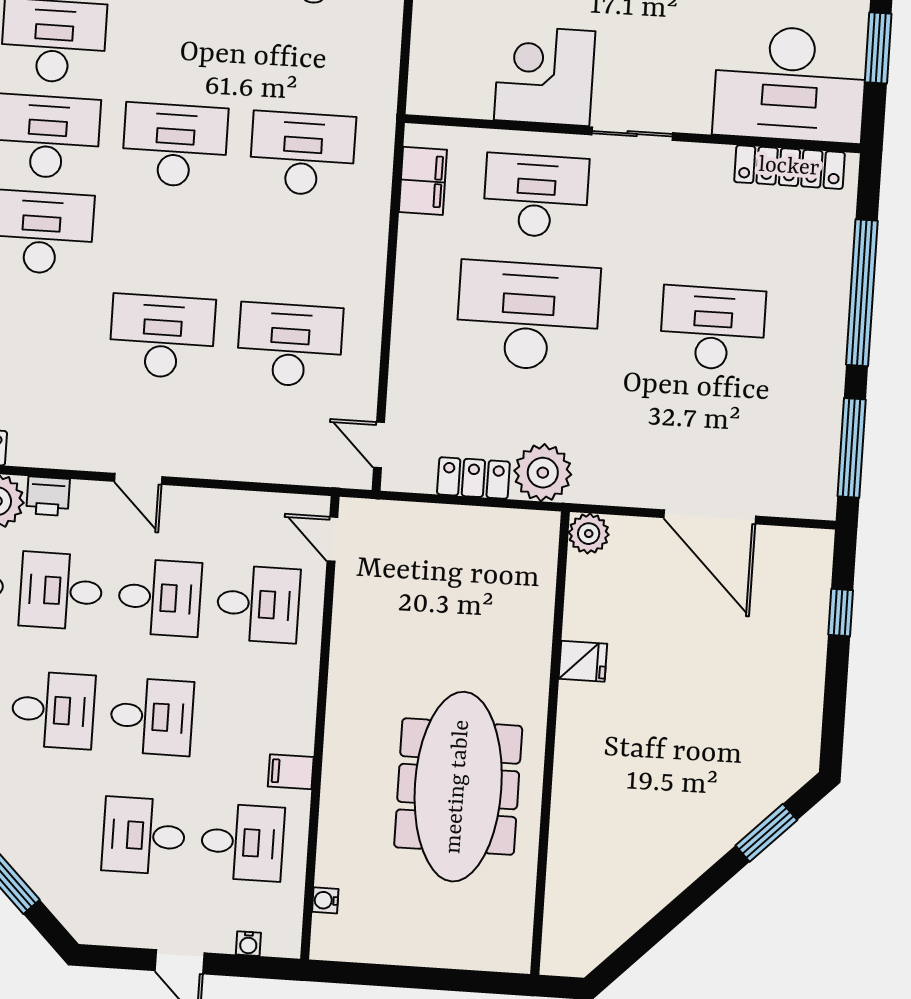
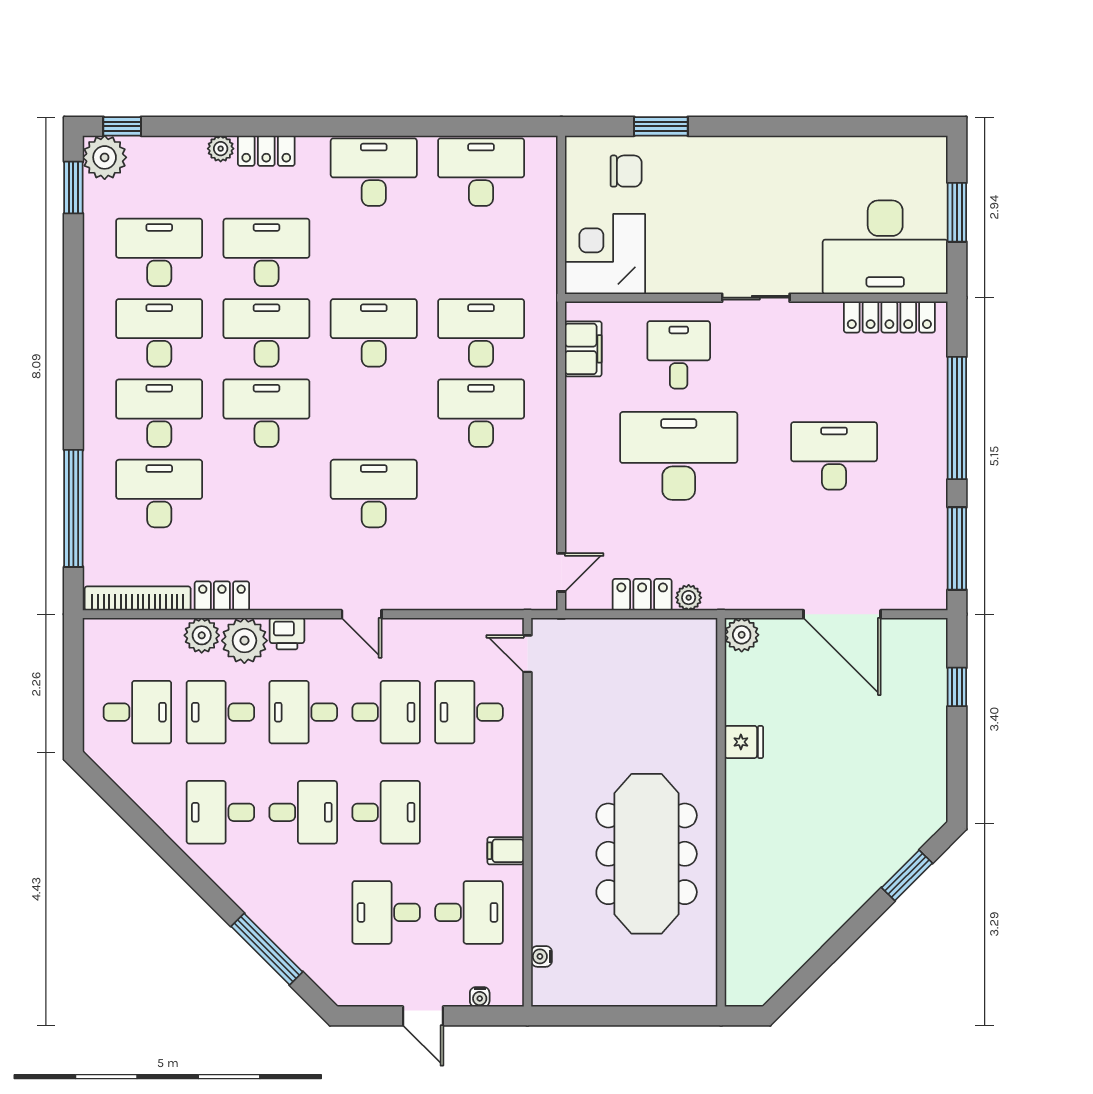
corner desk: (545, 76) -> (605, 254), moved
desk: (536, 196) -> (679, 355), width x0.73
desk: (290, 345) -> (481, 413), moved
door: (379, 445) -> (561, 572), swing flipped
plant: (543, 473) -> (689, 598), width x0.53, depth x0.53
desk: (258, 604) -> (469, 712), turned 180

